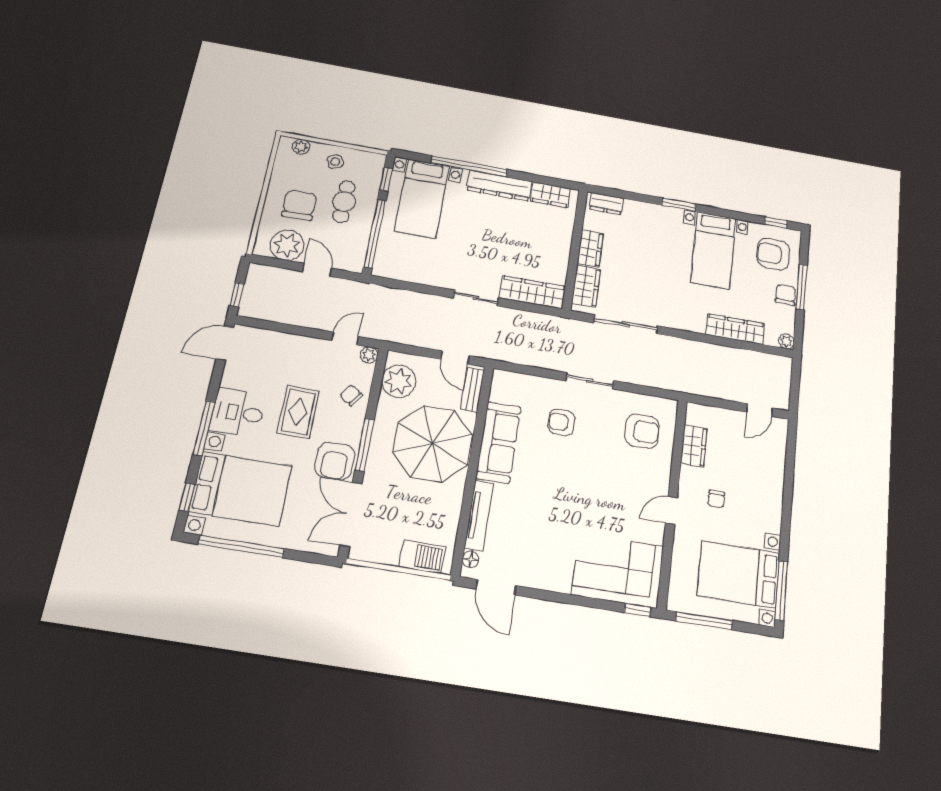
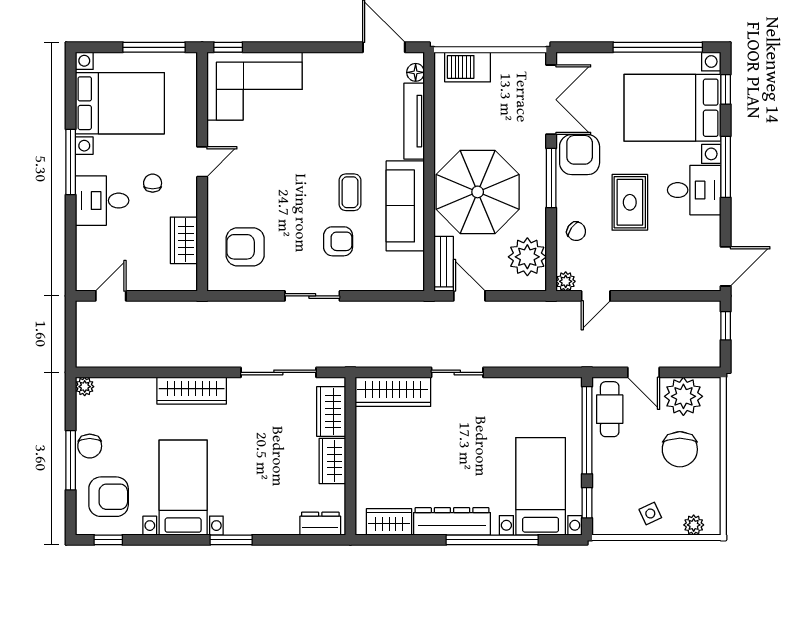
cafe table: (344, 202) -> (610, 409), moved
wardrobe: (735, 329) -> (192, 391), moved
coffee table: (545, 462) -> (350, 192), added
desk: (761, 491) -> (102, 201), added
window: (781, 591) -> (71, 162), moved

